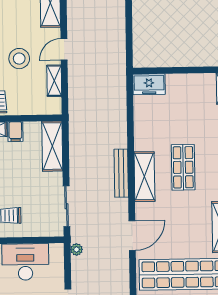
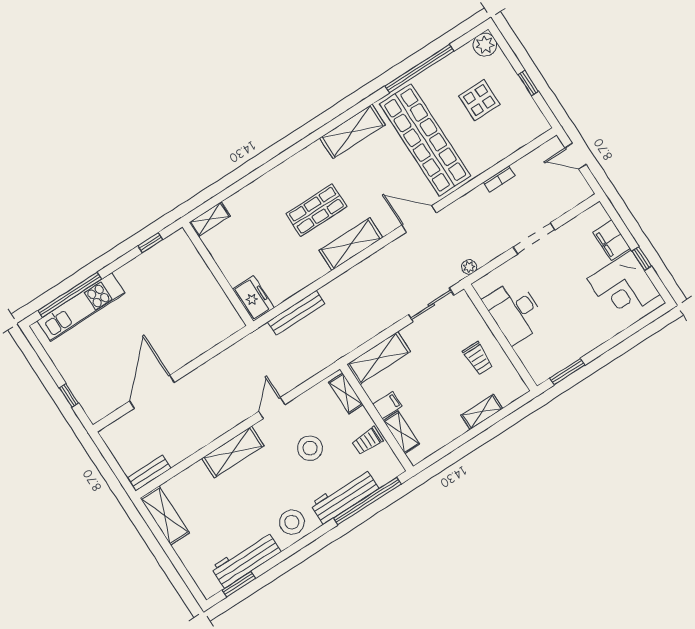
door: (64, 49) -> (272, 408), swing flipped
shelving: (54, 81) -> (346, 393), moved, turned 90
bench: (121, 173) -> (296, 313), moved

